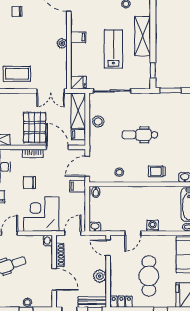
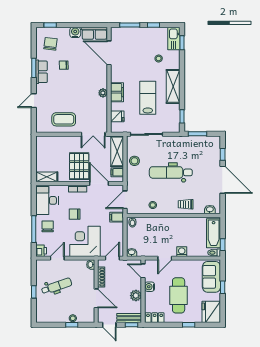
filing cabinet: (78, 37) -> (117, 92), width x2.00
fridge: (78, 83) -> (117, 116), moved
dental chair: (140, 135) -> (171, 172), width x1.36, depth x1.38
water cooler: (115, 266) -> (150, 287), added

